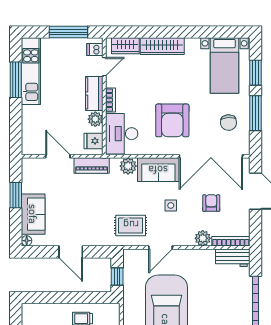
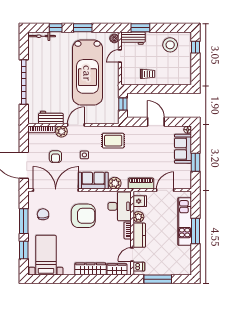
kitchen unit: (31, 71) -> (185, 222), moved
window: (16, 80) -> (195, 231), moved
armchair: (172, 120) -> (83, 216), turned 90
door: (58, 156) -> (165, 190), swing flipped
door: (160, 248) -> (76, 125), moved
workbench: (233, 258) -> (51, 117), moved

